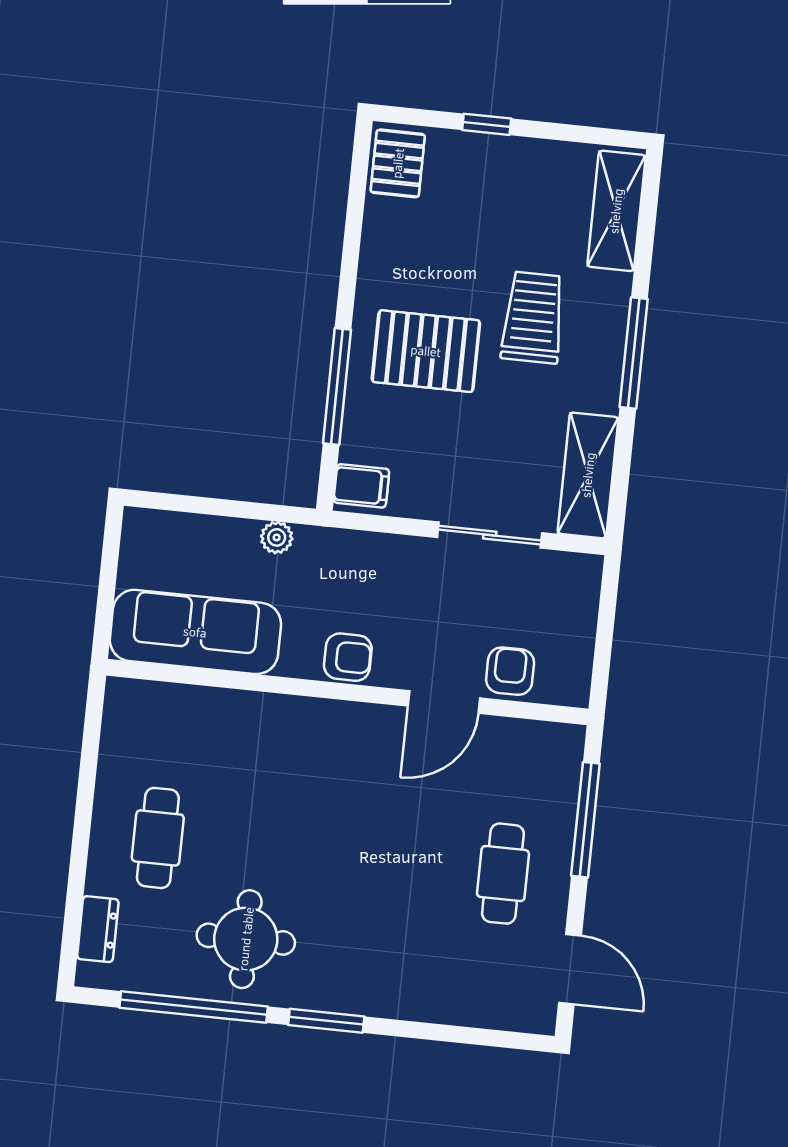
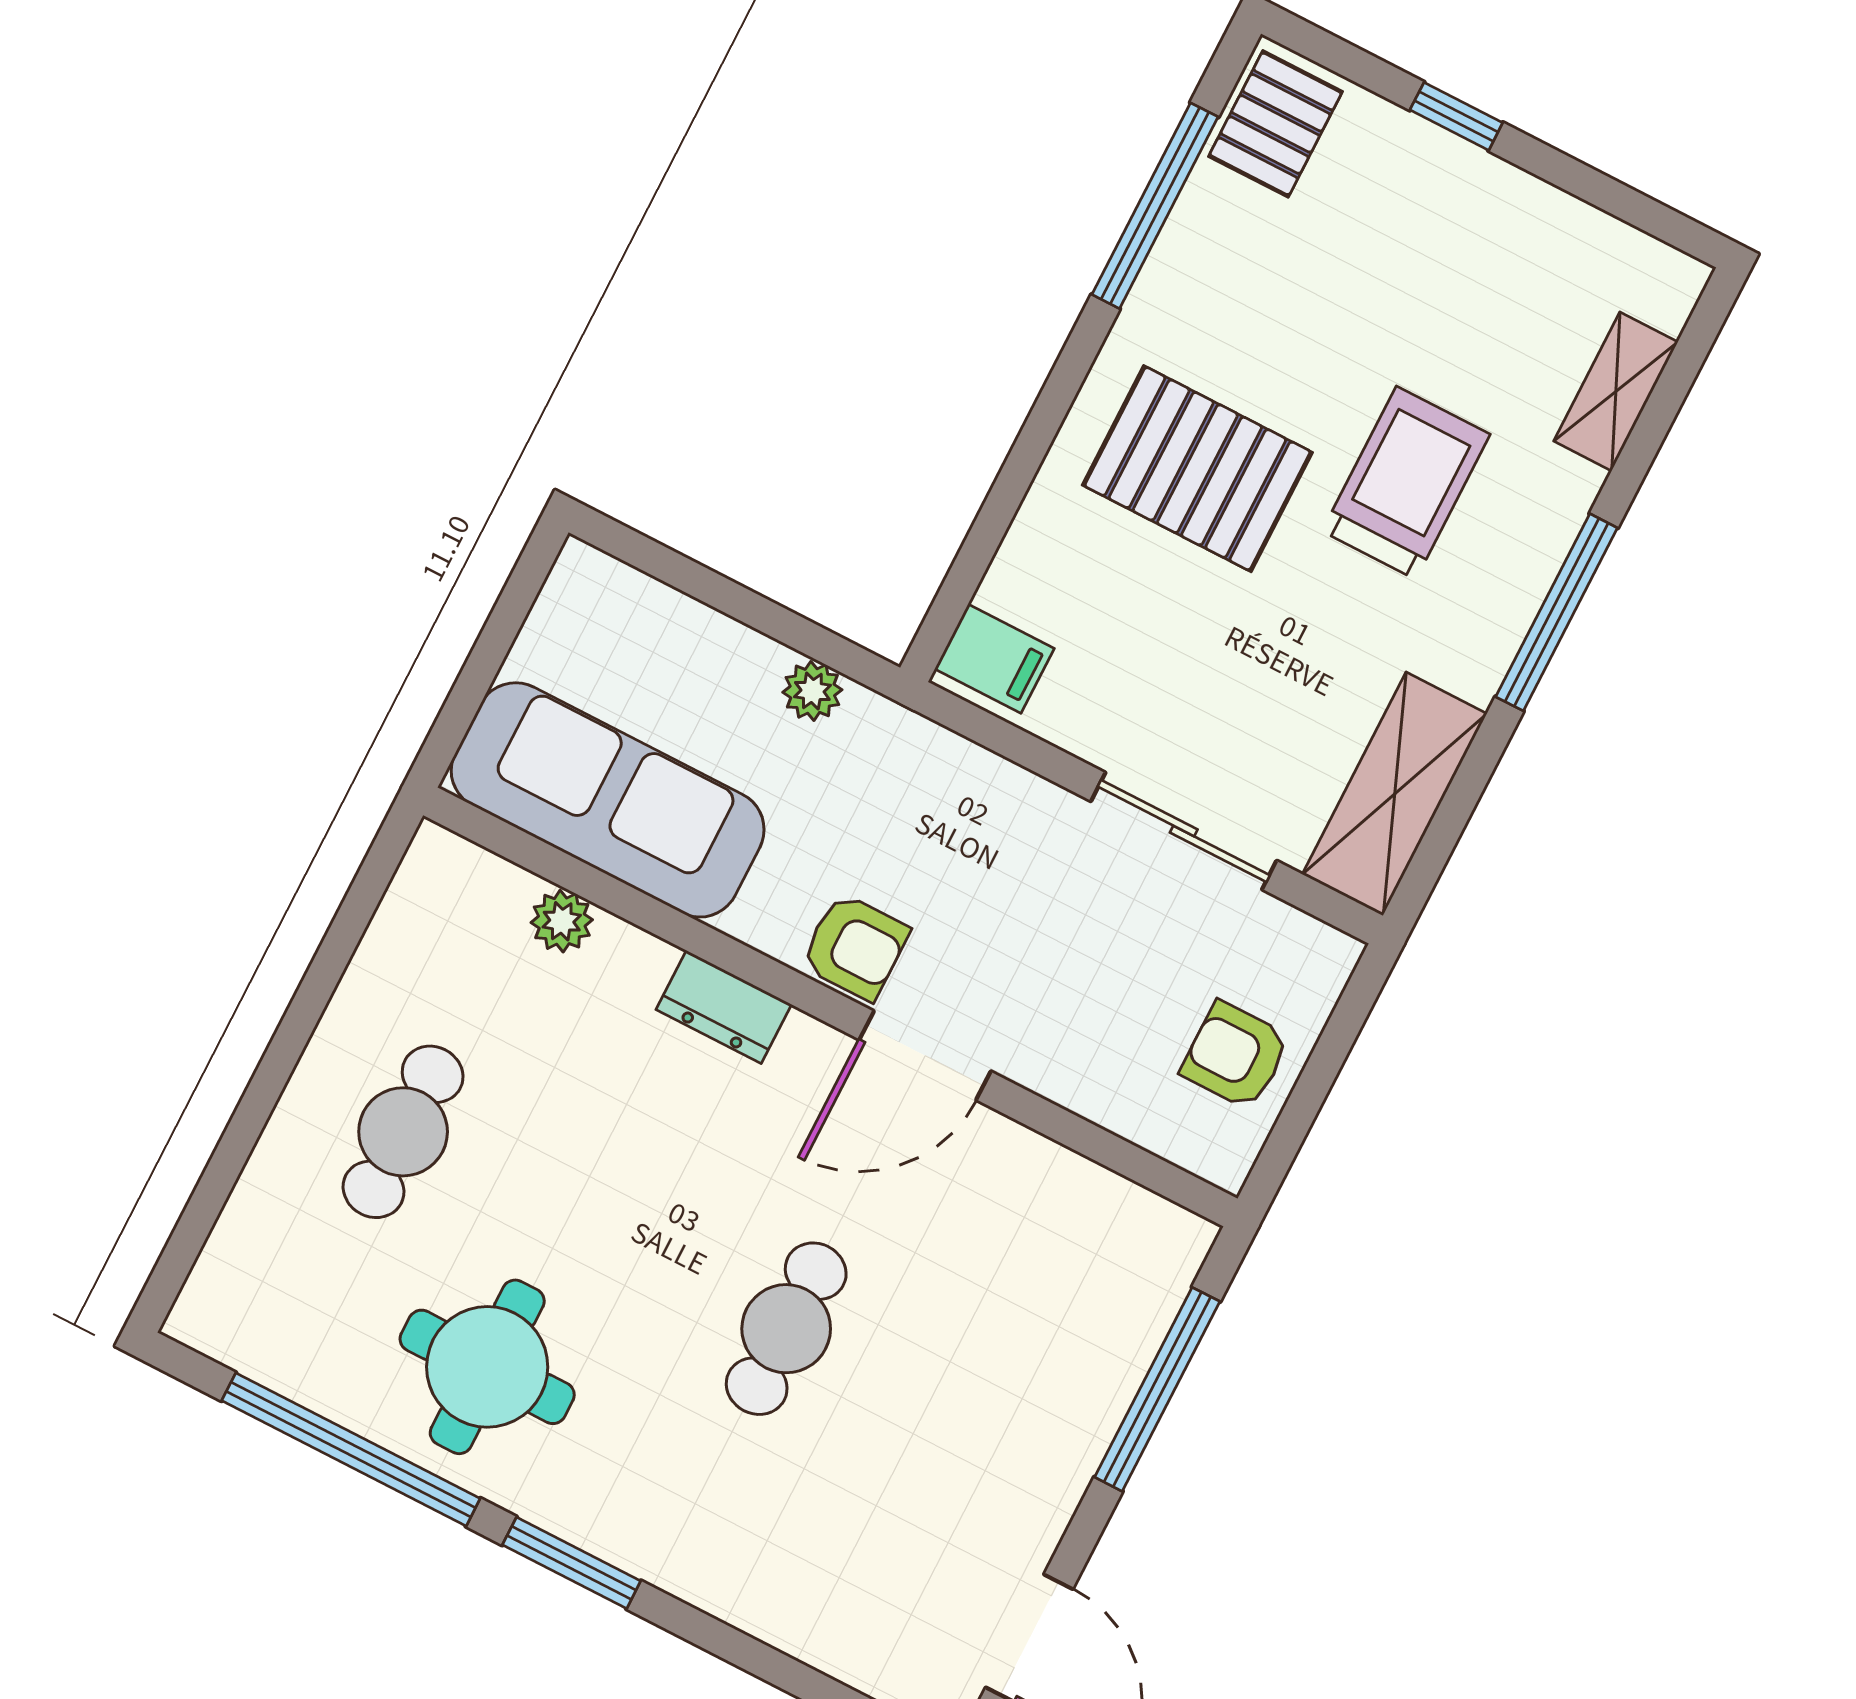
shelving: (616, 211) -> (1616, 391), width x0.67, depth x0.75
window: (337, 386) -> (1155, 206), moved
armchair: (510, 671) -> (1235, 1055), moved, turned -90
plant: (196, 702) -> (562, 921), added
door: (444, 702) -> (925, 1056), moved
cafe table: (503, 874) -> (786, 1329), moved
dresser: (98, 929) -> (724, 1007), moved, turned 90

